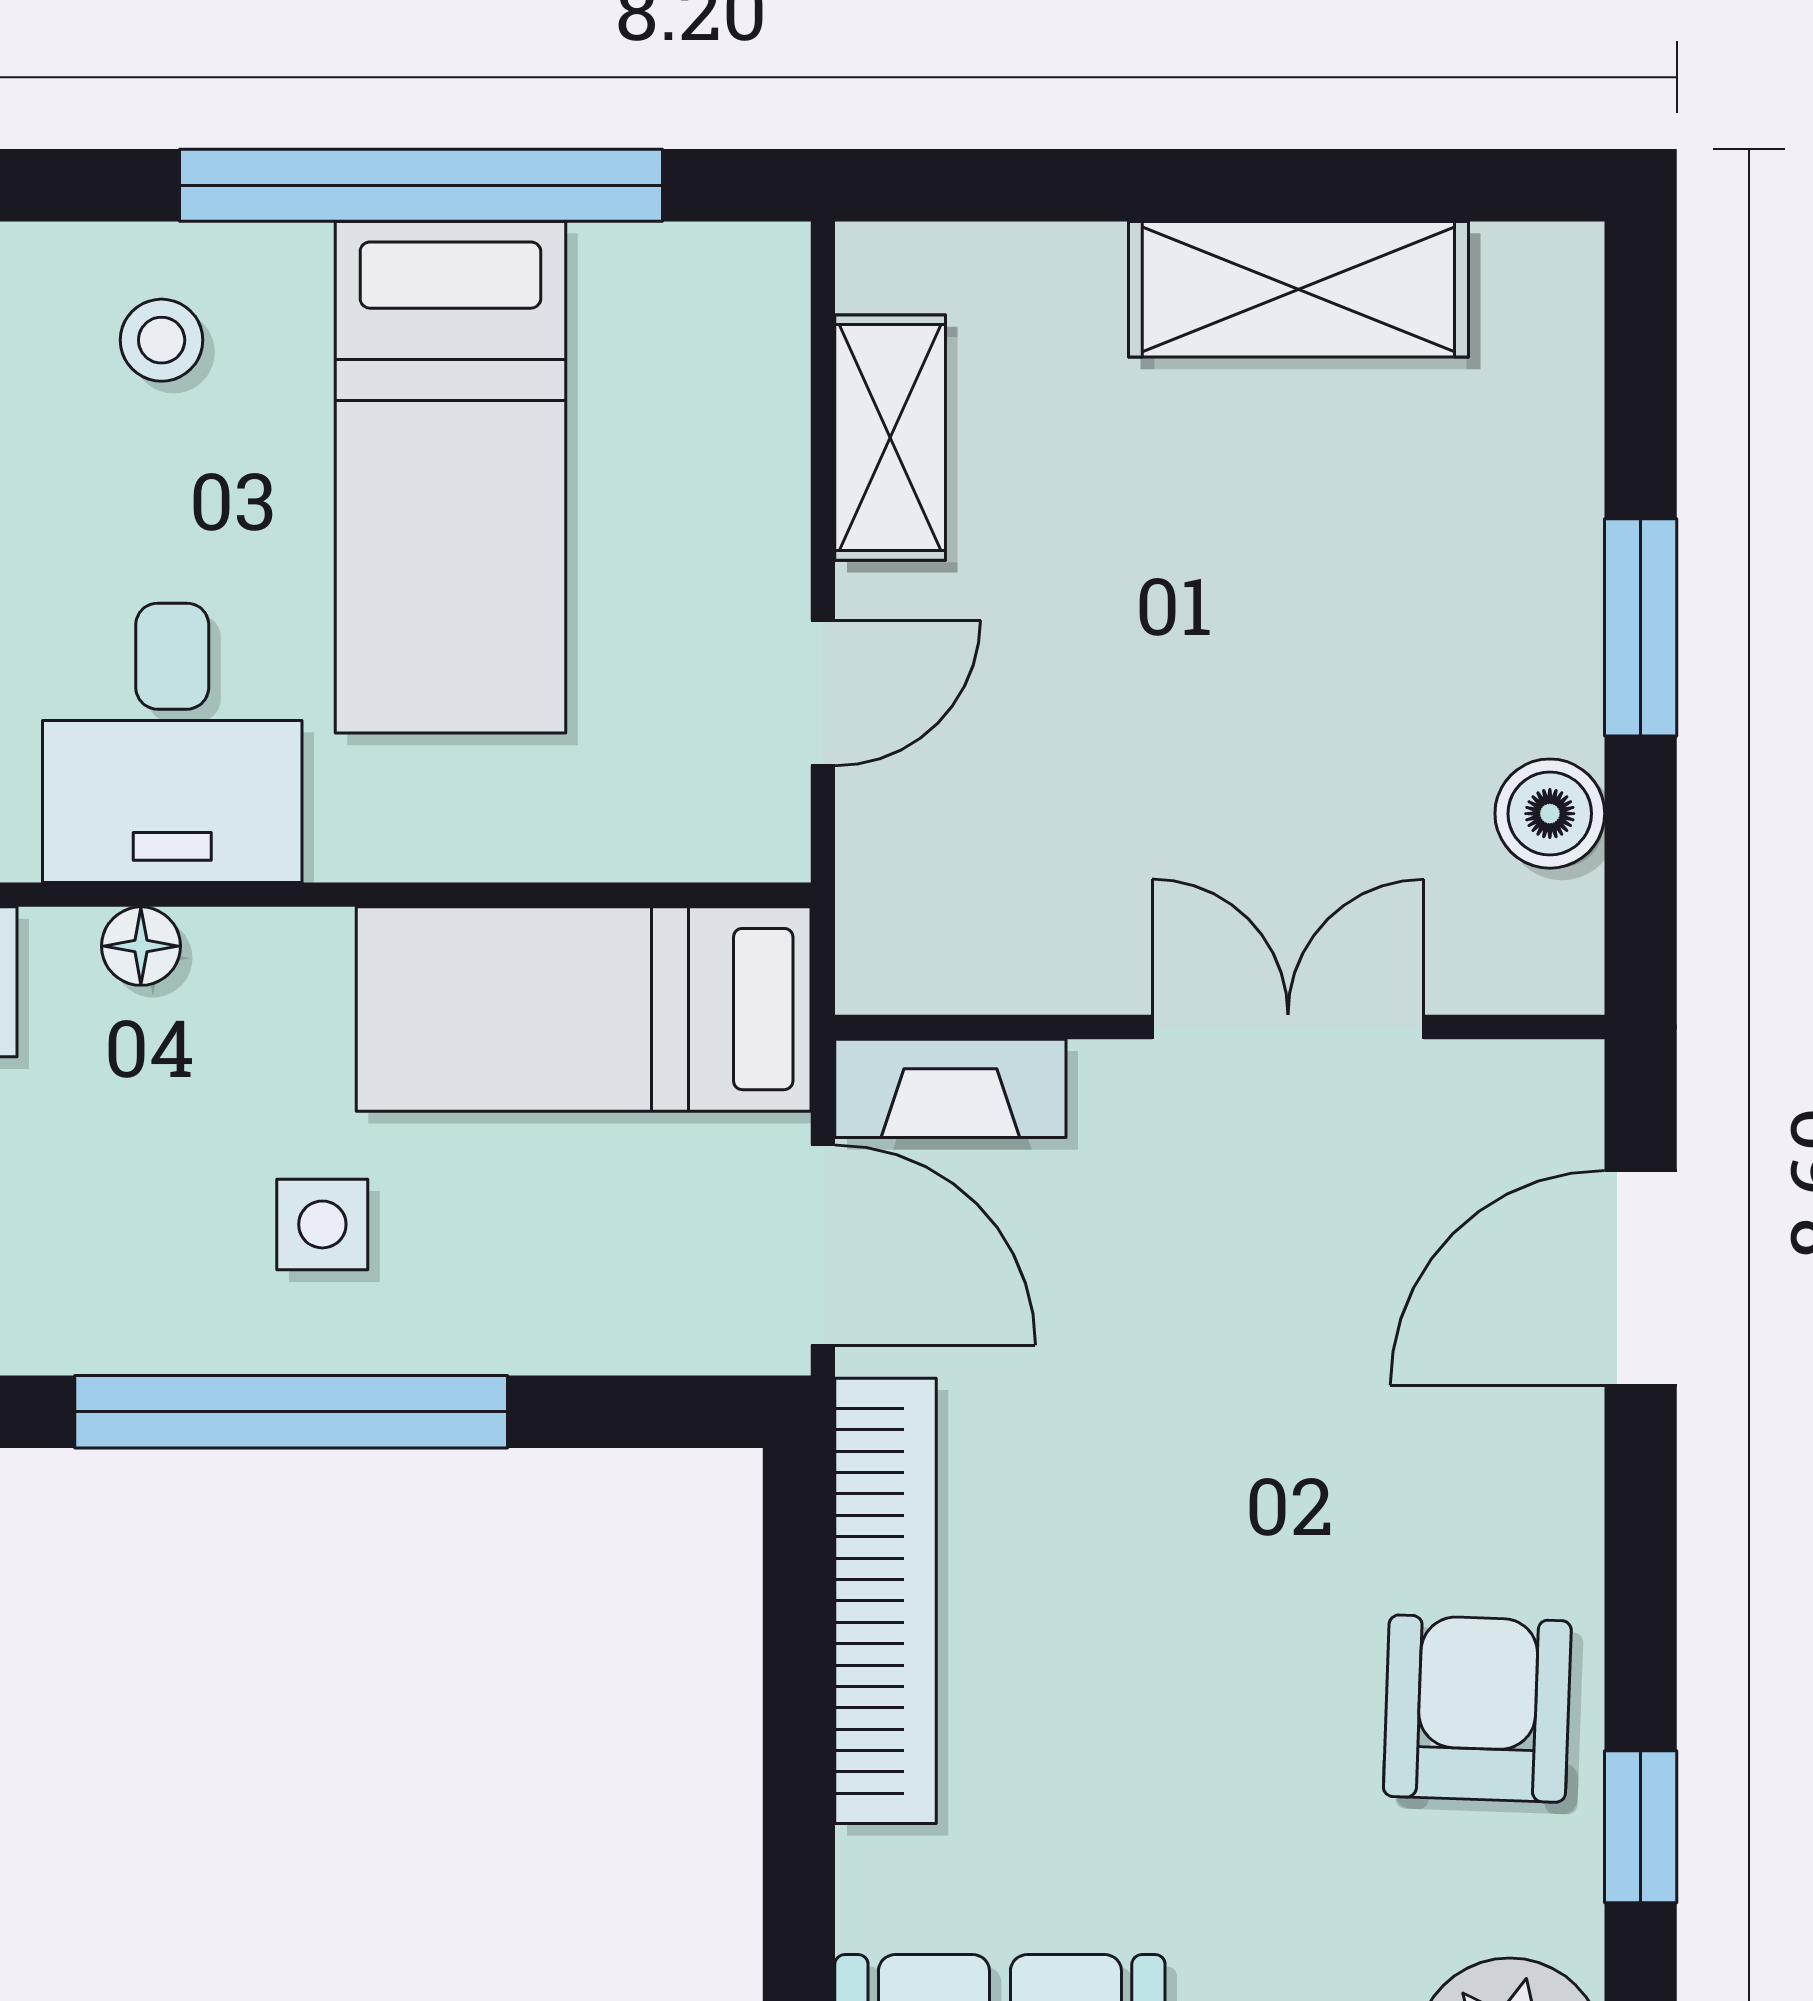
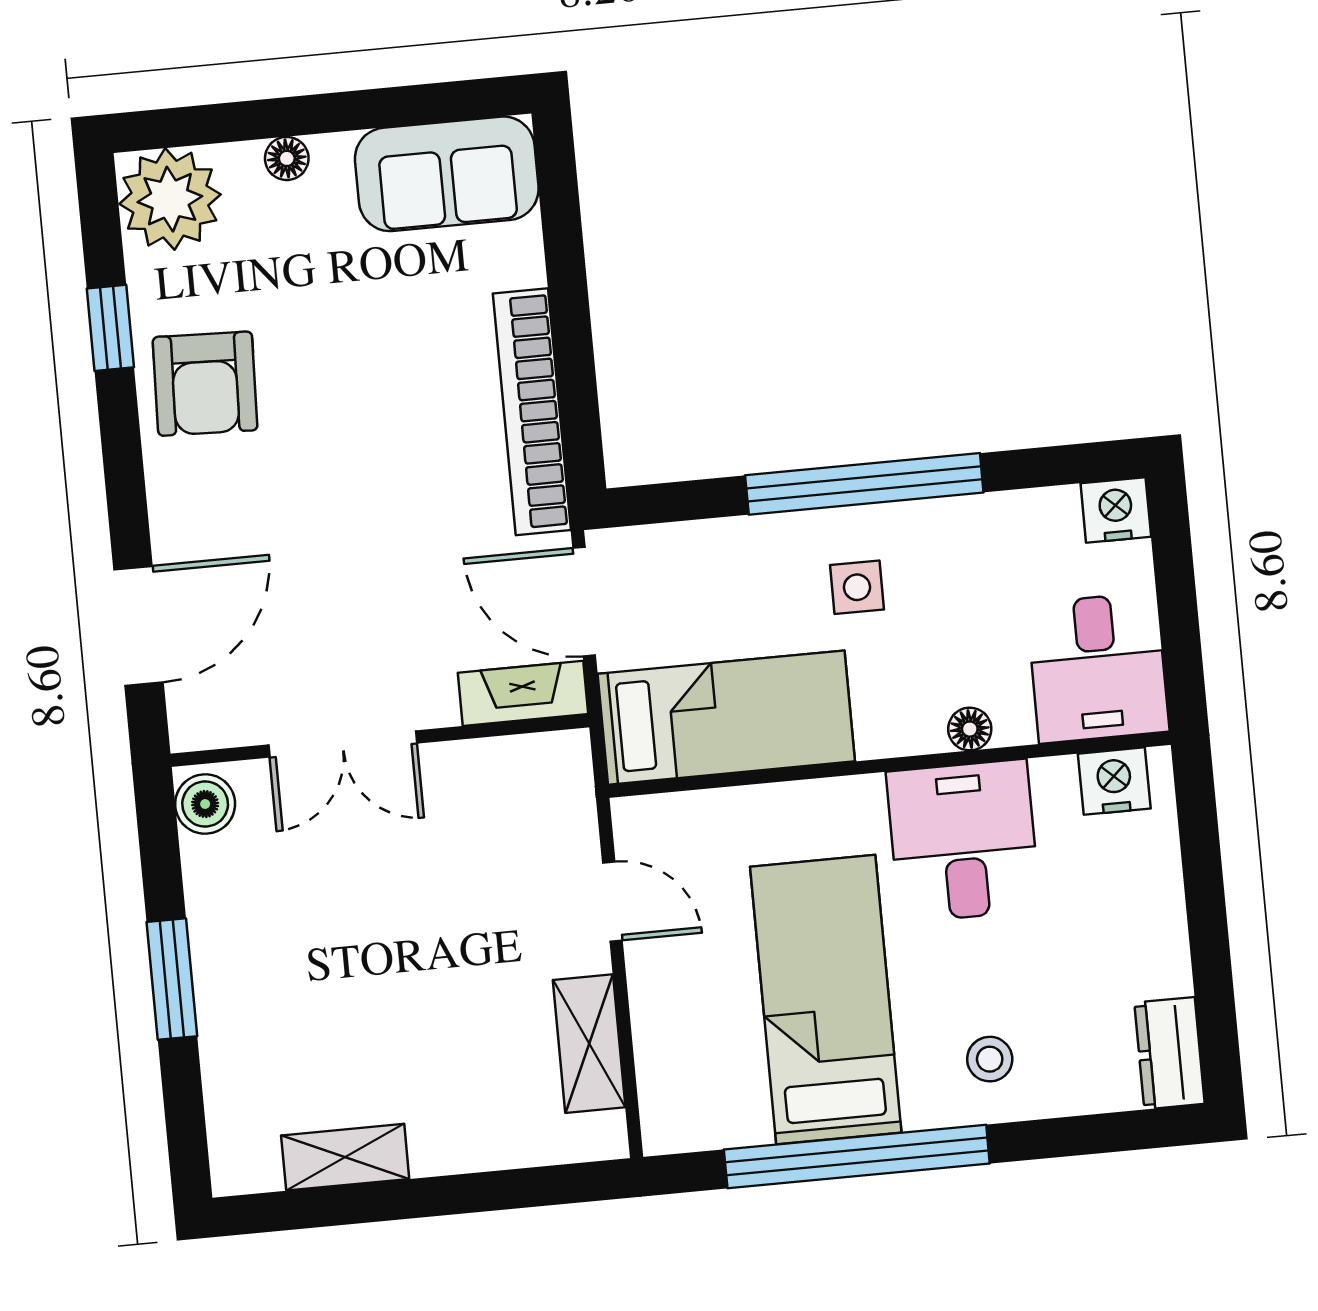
shelving: (1298, 289) -> (345, 1157), width x0.67, depth x0.75
door: (823, 693) -> (612, 902), swing flipped
boiler: (1550, 814) -> (205, 804), moved

